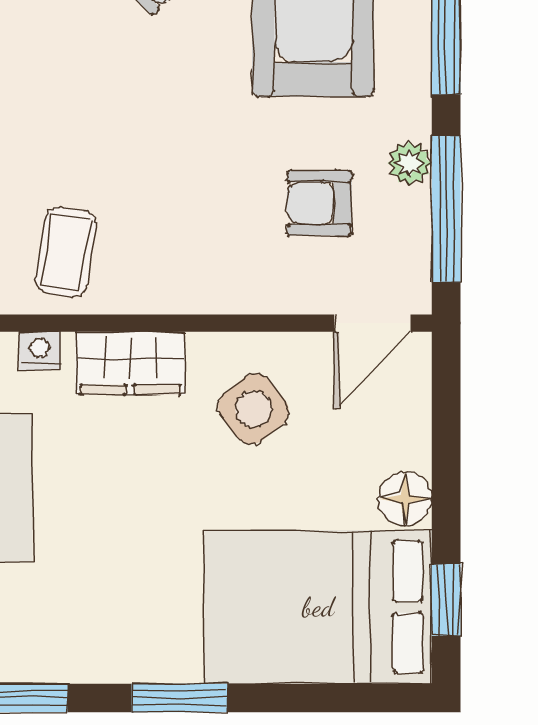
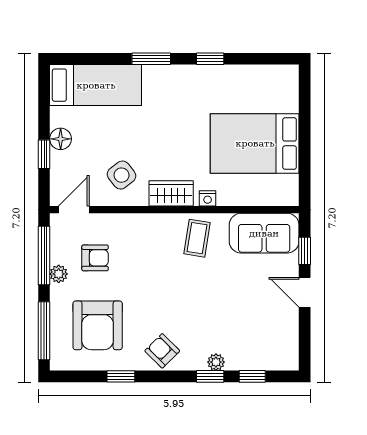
window: (446, 600) -> (44, 154), moved
bed: (318, 607) -> (96, 85), width x0.67

